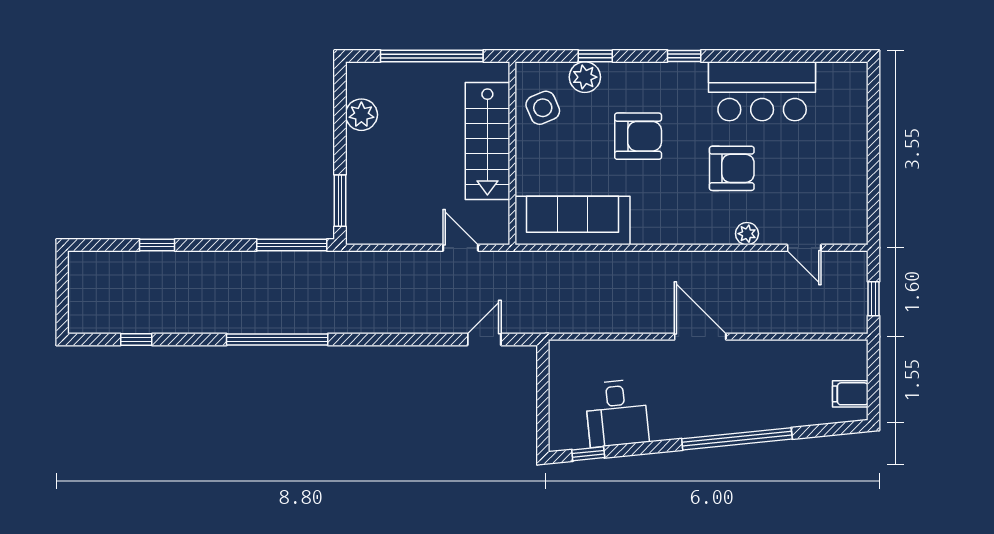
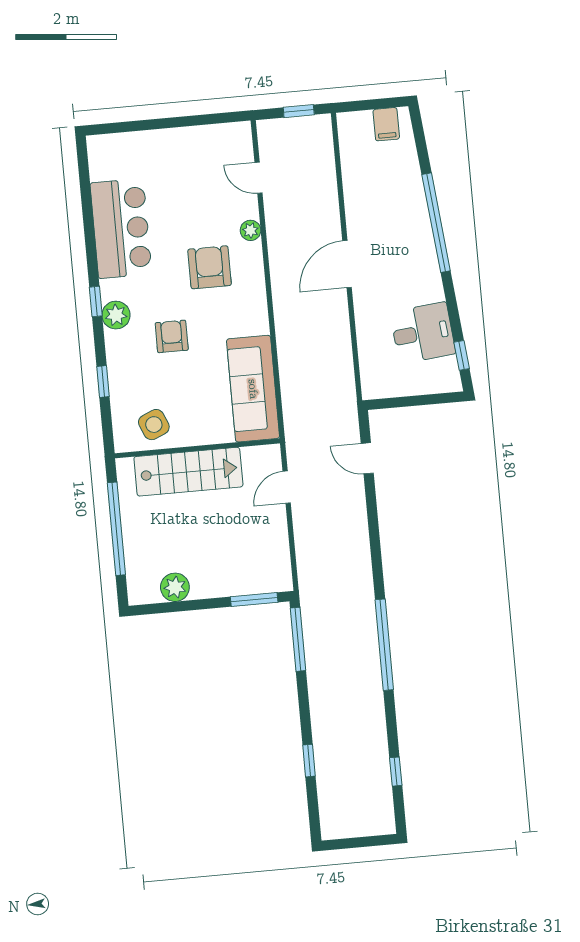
plant: (585, 77) -> (116, 315), moved
armchair: (638, 136) -> (172, 336), width x0.72, depth x0.72
armchair: (732, 168) -> (210, 267), moved
door: (804, 248) -> (258, 178), swing flipped

